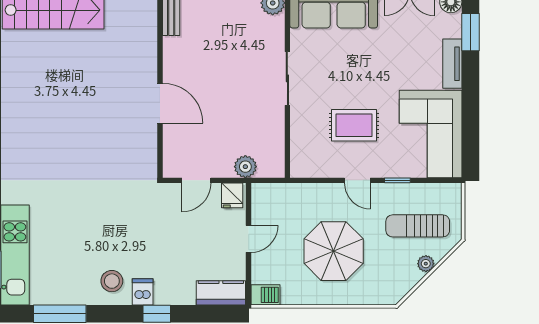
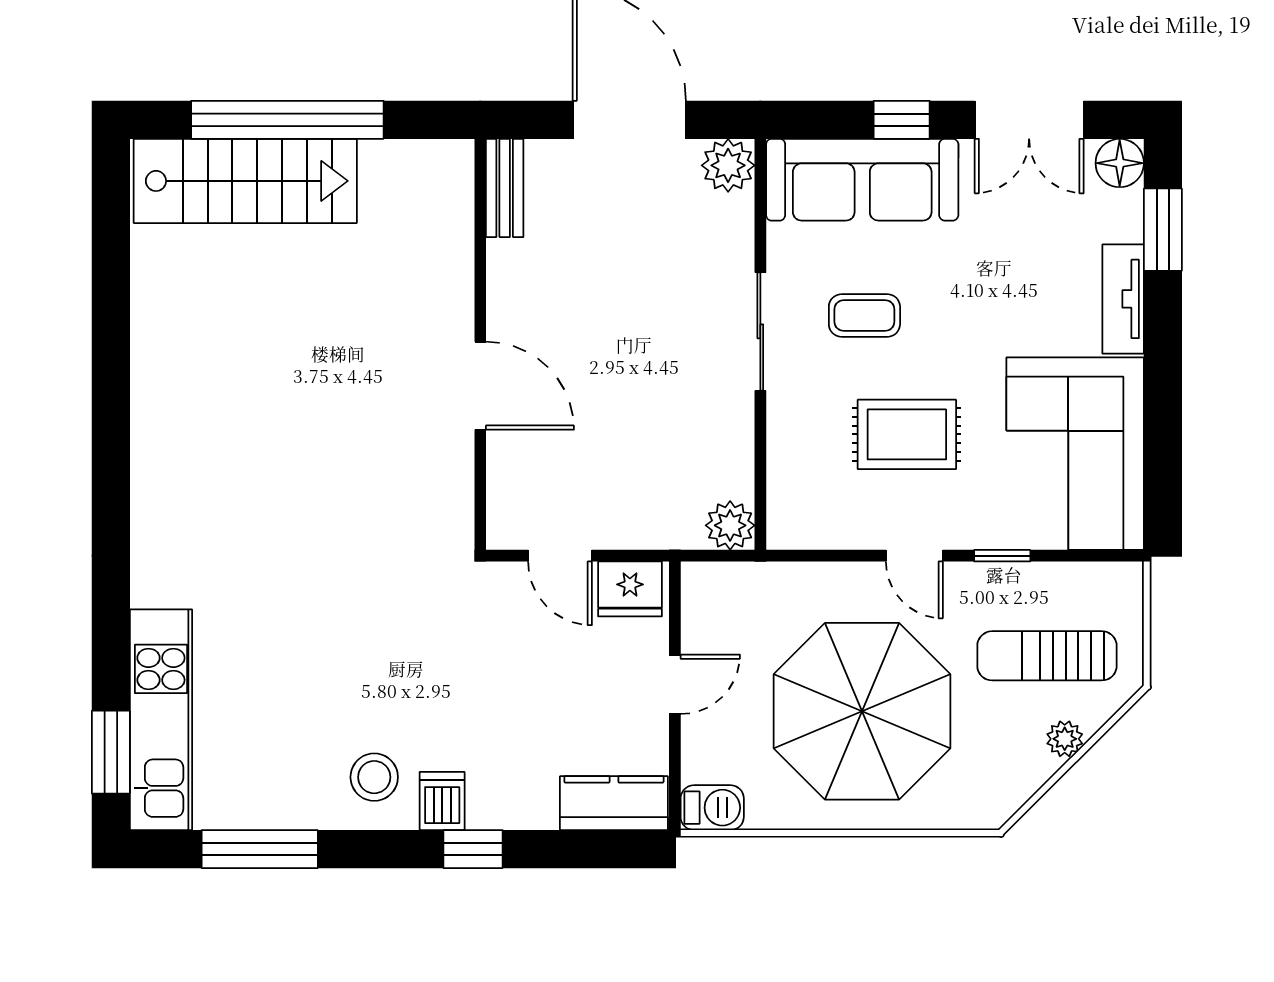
coffee table: (335, 71) -> (864, 315), added
plant: (245, 167) -> (730, 525), moved
door: (196, 180) -> (560, 556), hinge flipped
fridge: (232, 195) -> (630, 589), width x1.38
parasol: (334, 251) -> (862, 711), width x1.36, depth x1.36

